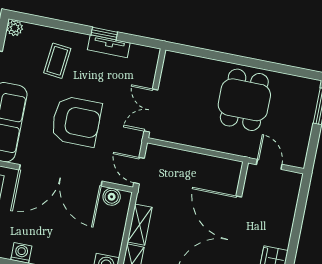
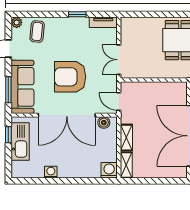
tv unit: (109, 46) -> (103, 22), moved
coffee table: (57, 61) -> (37, 31), moved
armchair: (76, 121) -> (70, 77), turned 180

